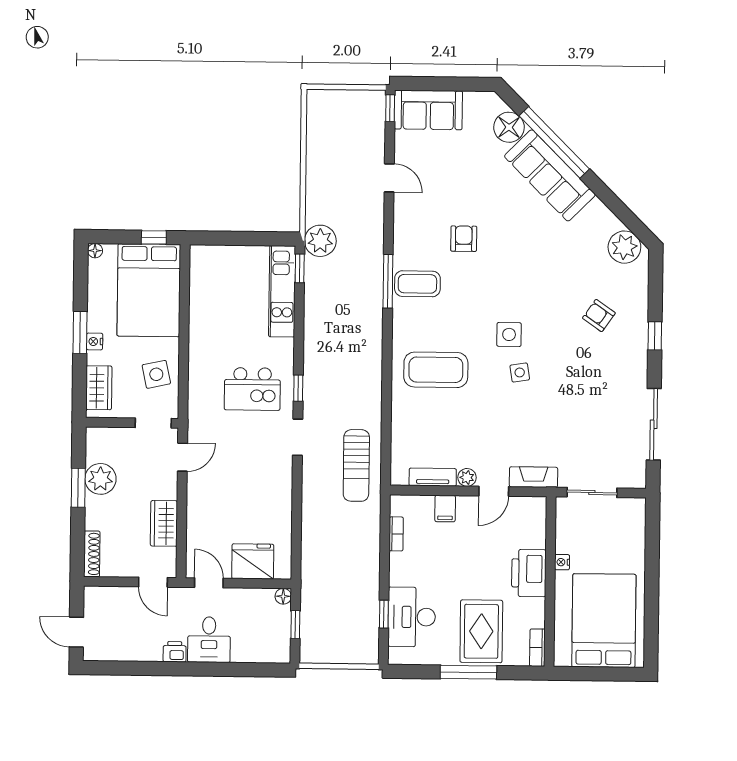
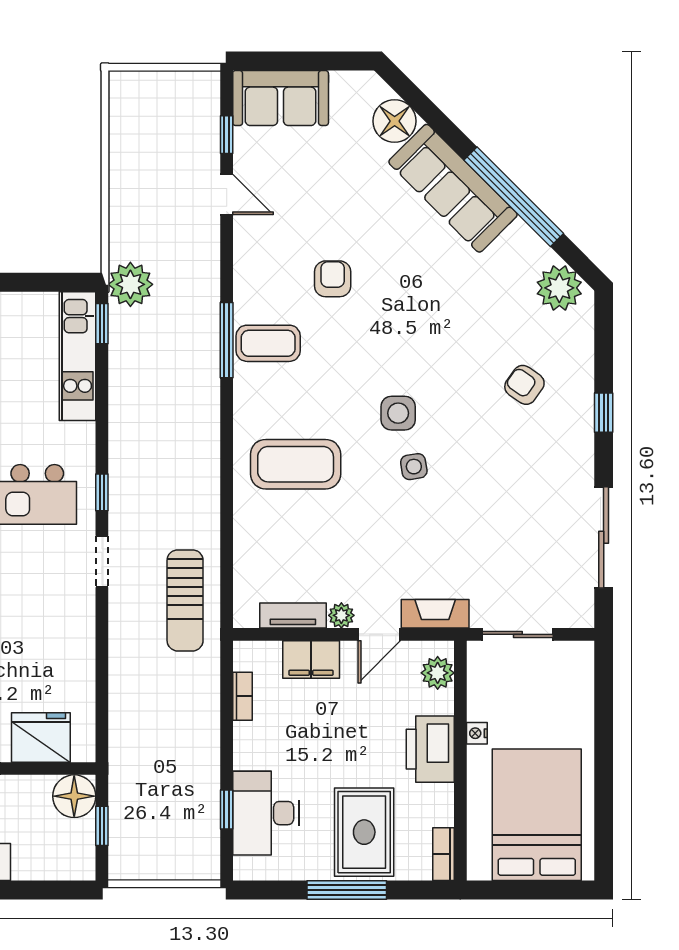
window: (390, 108) -> (227, 135), moved
window: (554, 142) -> (514, 197), moved
filing cabinet: (445, 508) -> (311, 660), width x2.00
plant: (535, 519) -> (438, 673), added
floor lamp: (283, 596) -> (74, 796), width x1.89, depth x1.89

